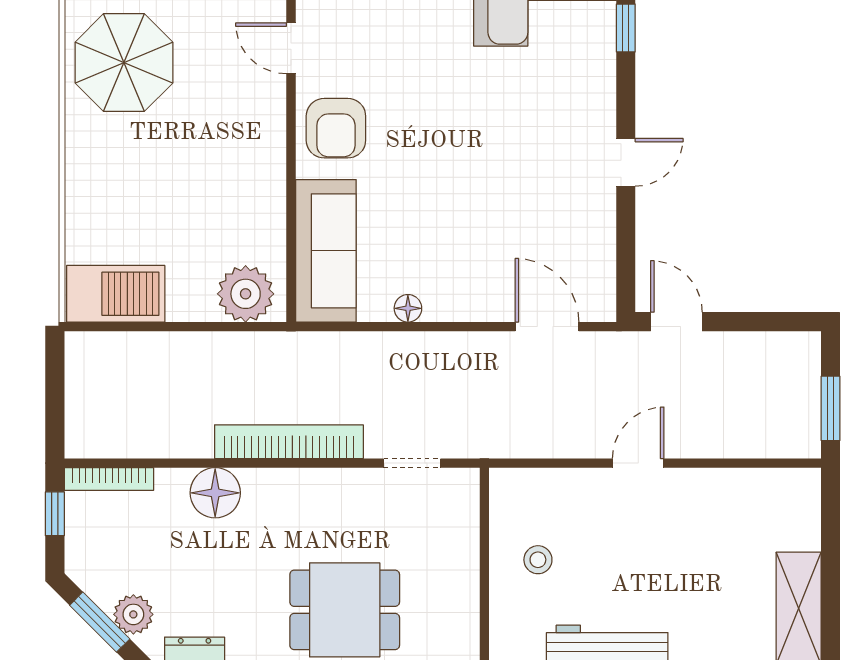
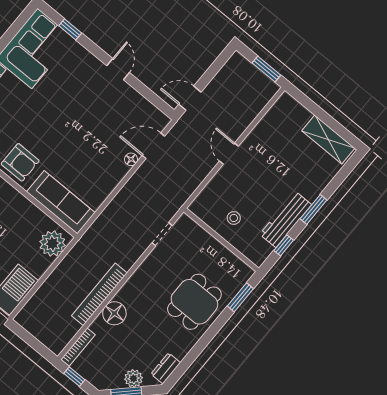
floor lamp: (408, 308) -> (131, 159), moved
bookcase: (289, 442) -> (99, 294), moved

